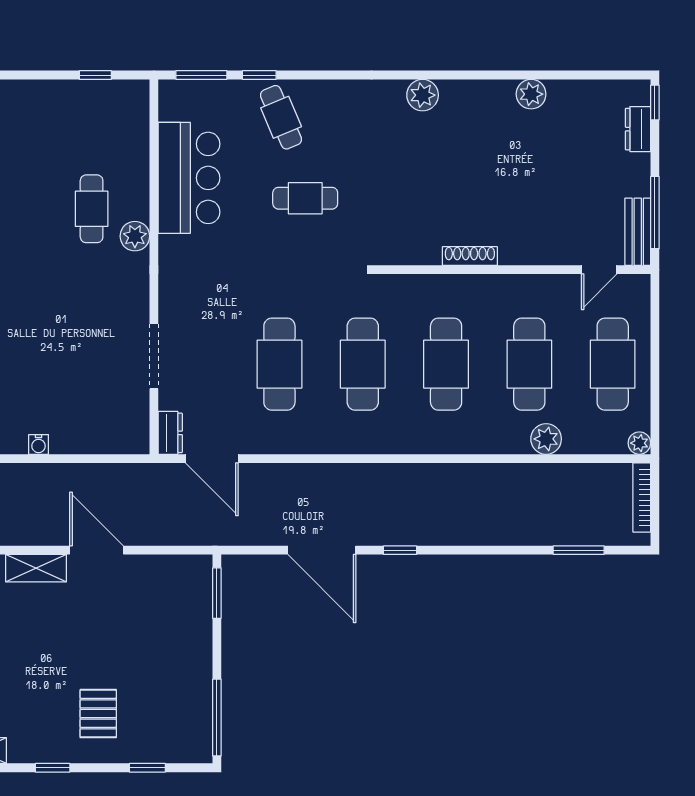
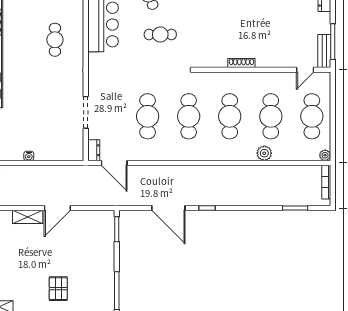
plant: (135, 236) -> (76, 53), removed
plant: (546, 439) -> (264, 153), moved
door: (97, 550) -> (57, 208), swing flipped

